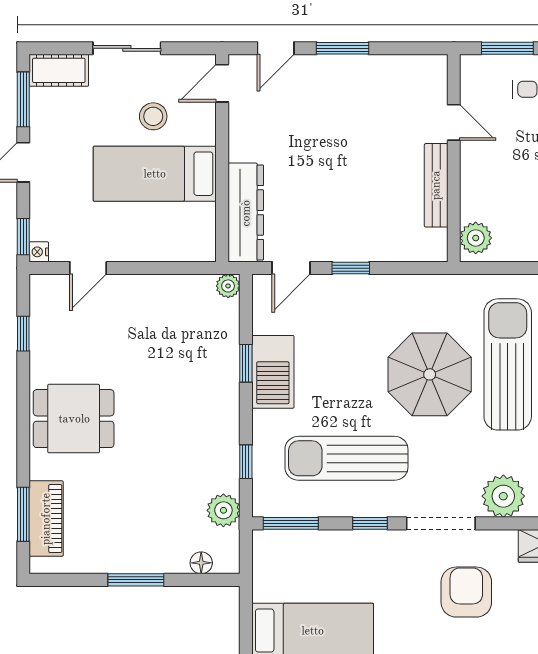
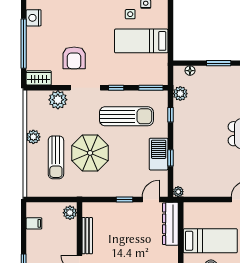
sun lounger: (508, 364) -> (56, 157), width x0.73, depth x0.75

